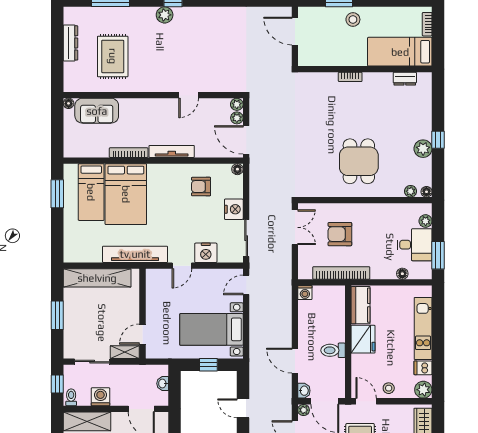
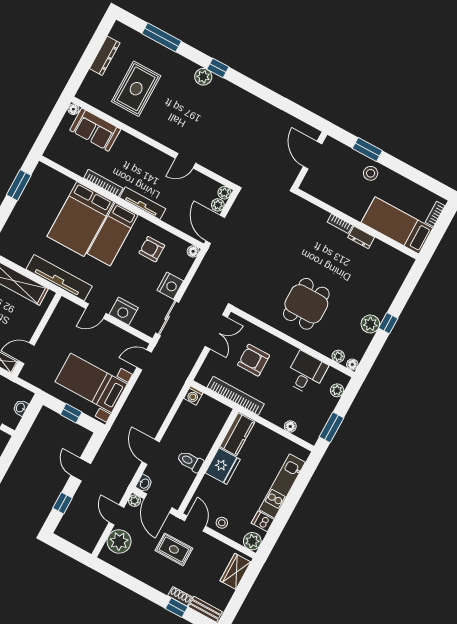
dresser: (405, 79) -> (361, 237), moved
bed: (91, 192) -> (113, 234), moved
desk: (415, 245) -> (306, 373), moved, turned -90

